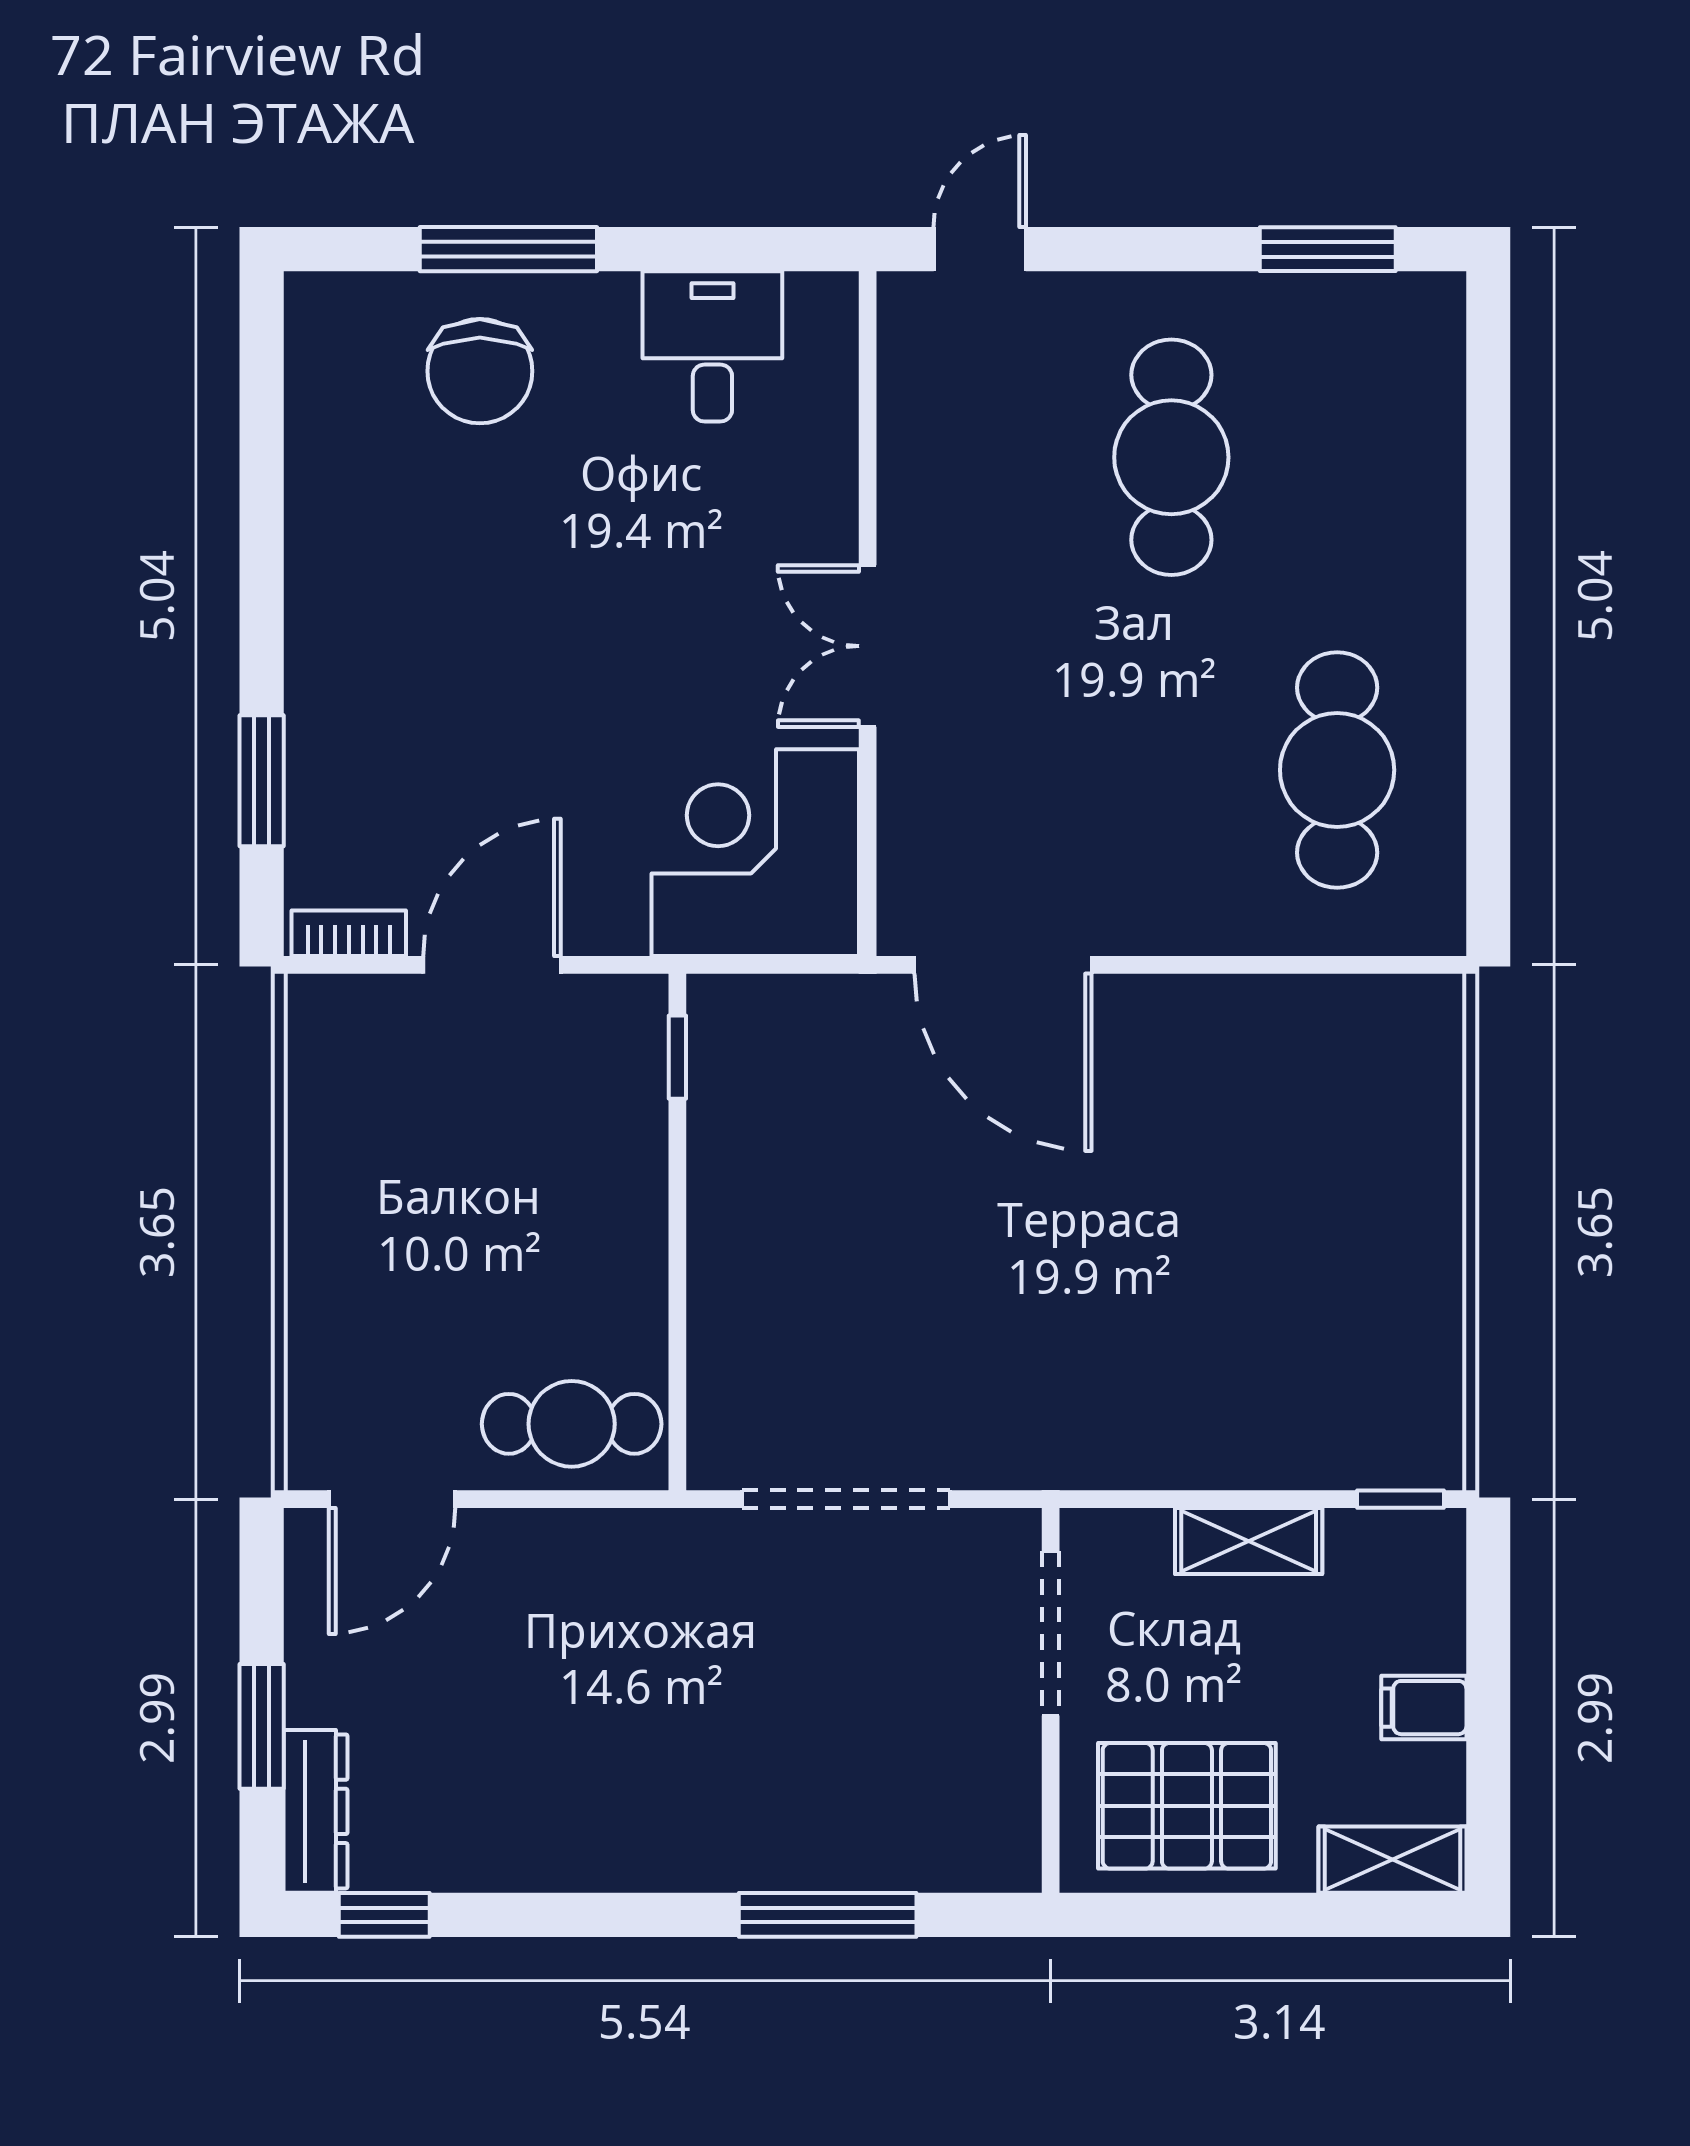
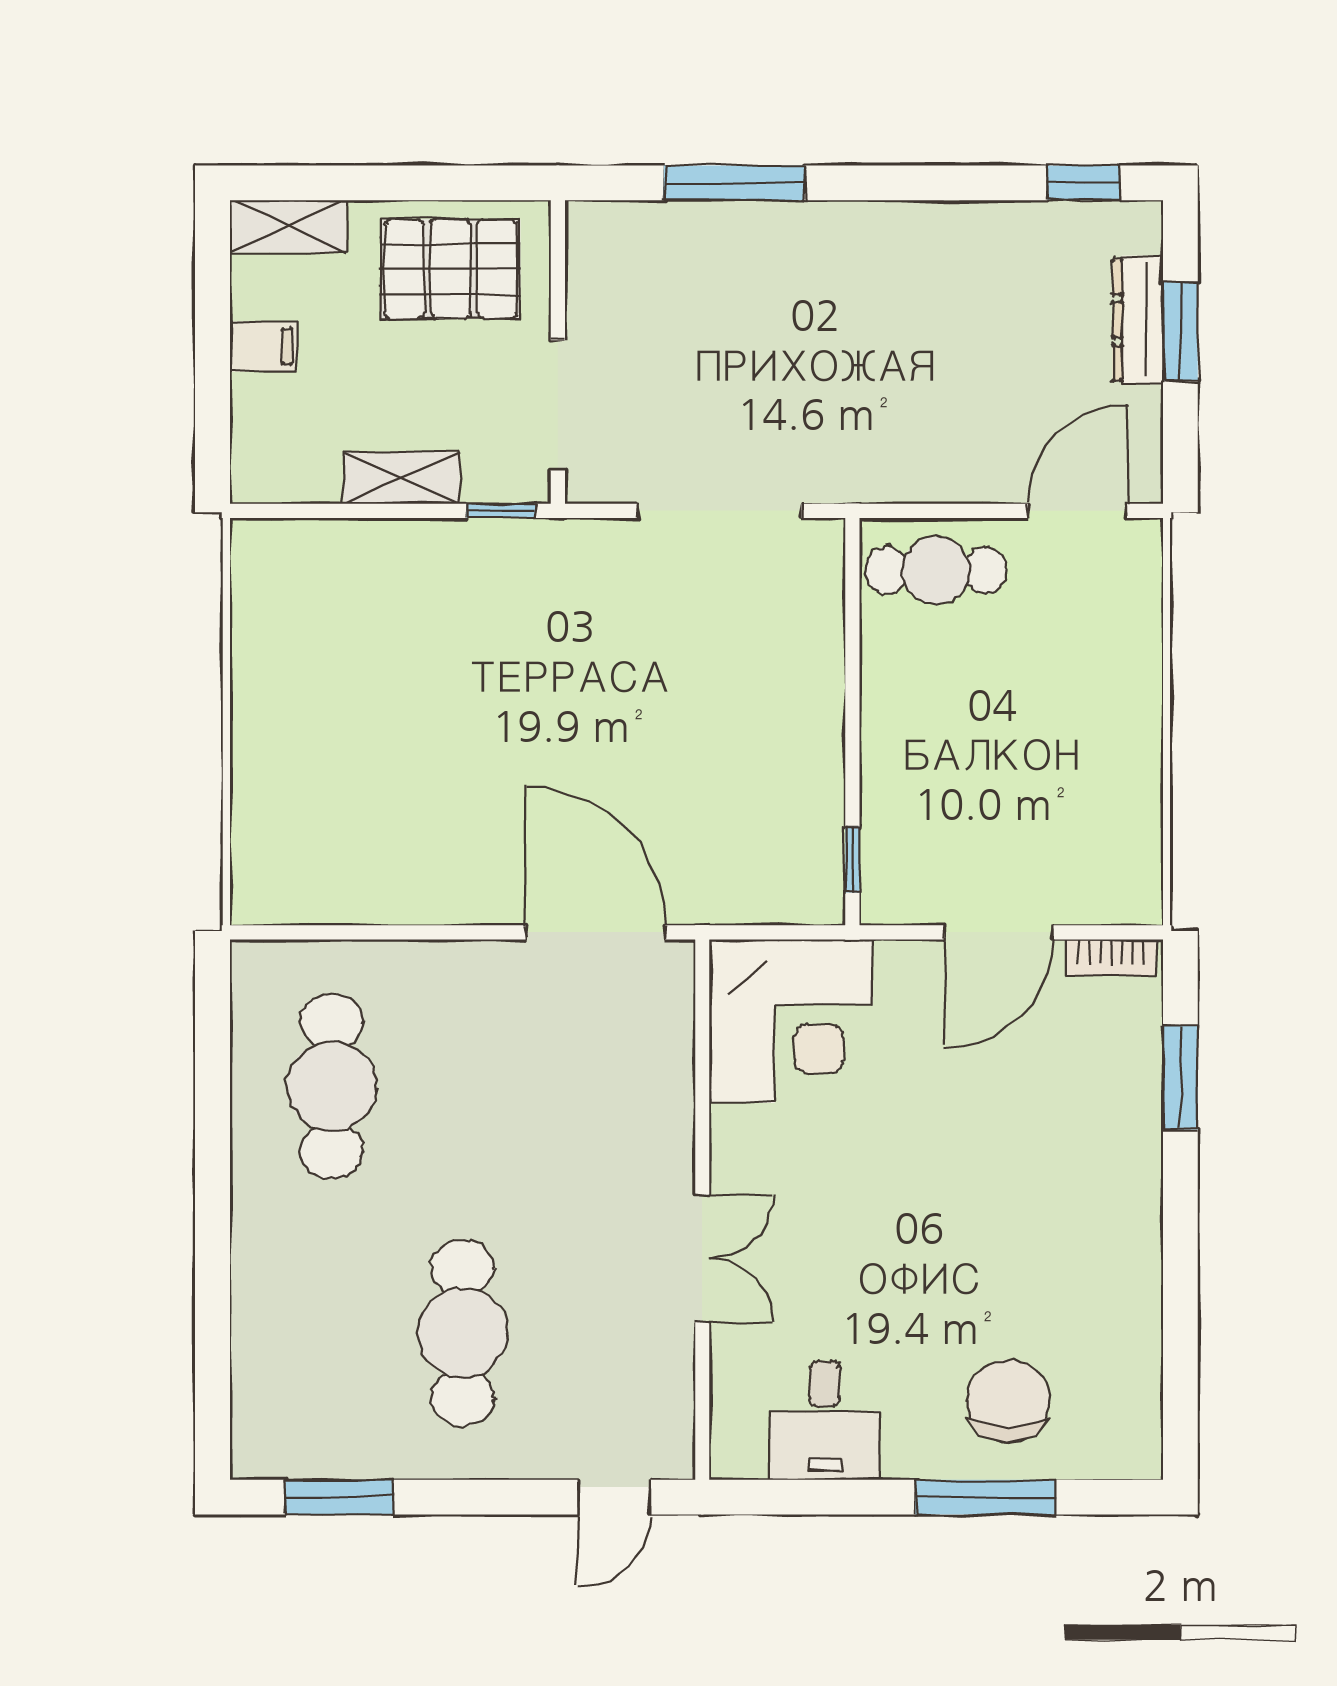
double door: (868, 646) -> (702, 1259), moved
window: (1401, 1499) -> (501, 511), moved
dresser: (316, 1811) -> (1138, 320), moved

